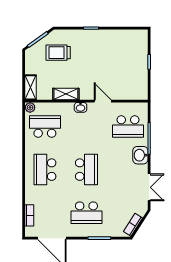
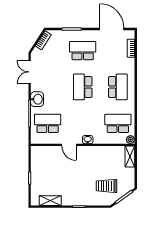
trolley: (58, 53) -> (107, 186), turned 180
shelving: (66, 94) -> (50, 201), moved
school desk: (45, 127) -> (118, 123), turned 180

